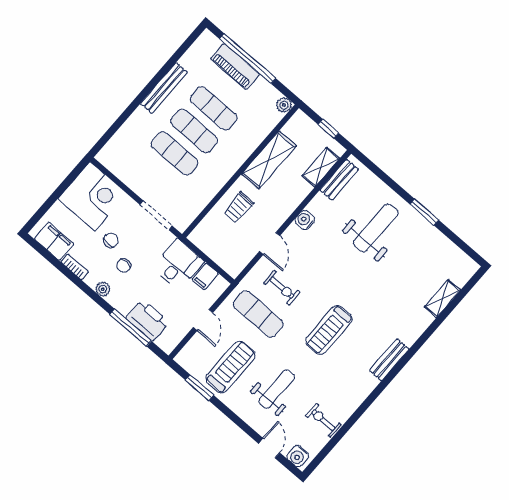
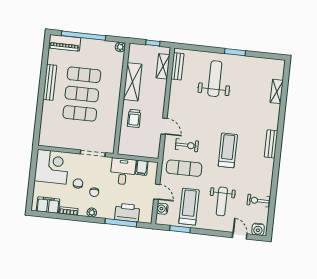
piano: (235, 66) -> (65, 43), moved
water cooler: (305, 220) -> (162, 209), moved
treadmill: (329, 330) -> (228, 150), turned 180
weight bench: (277, 389) -> (222, 201), turned 180

